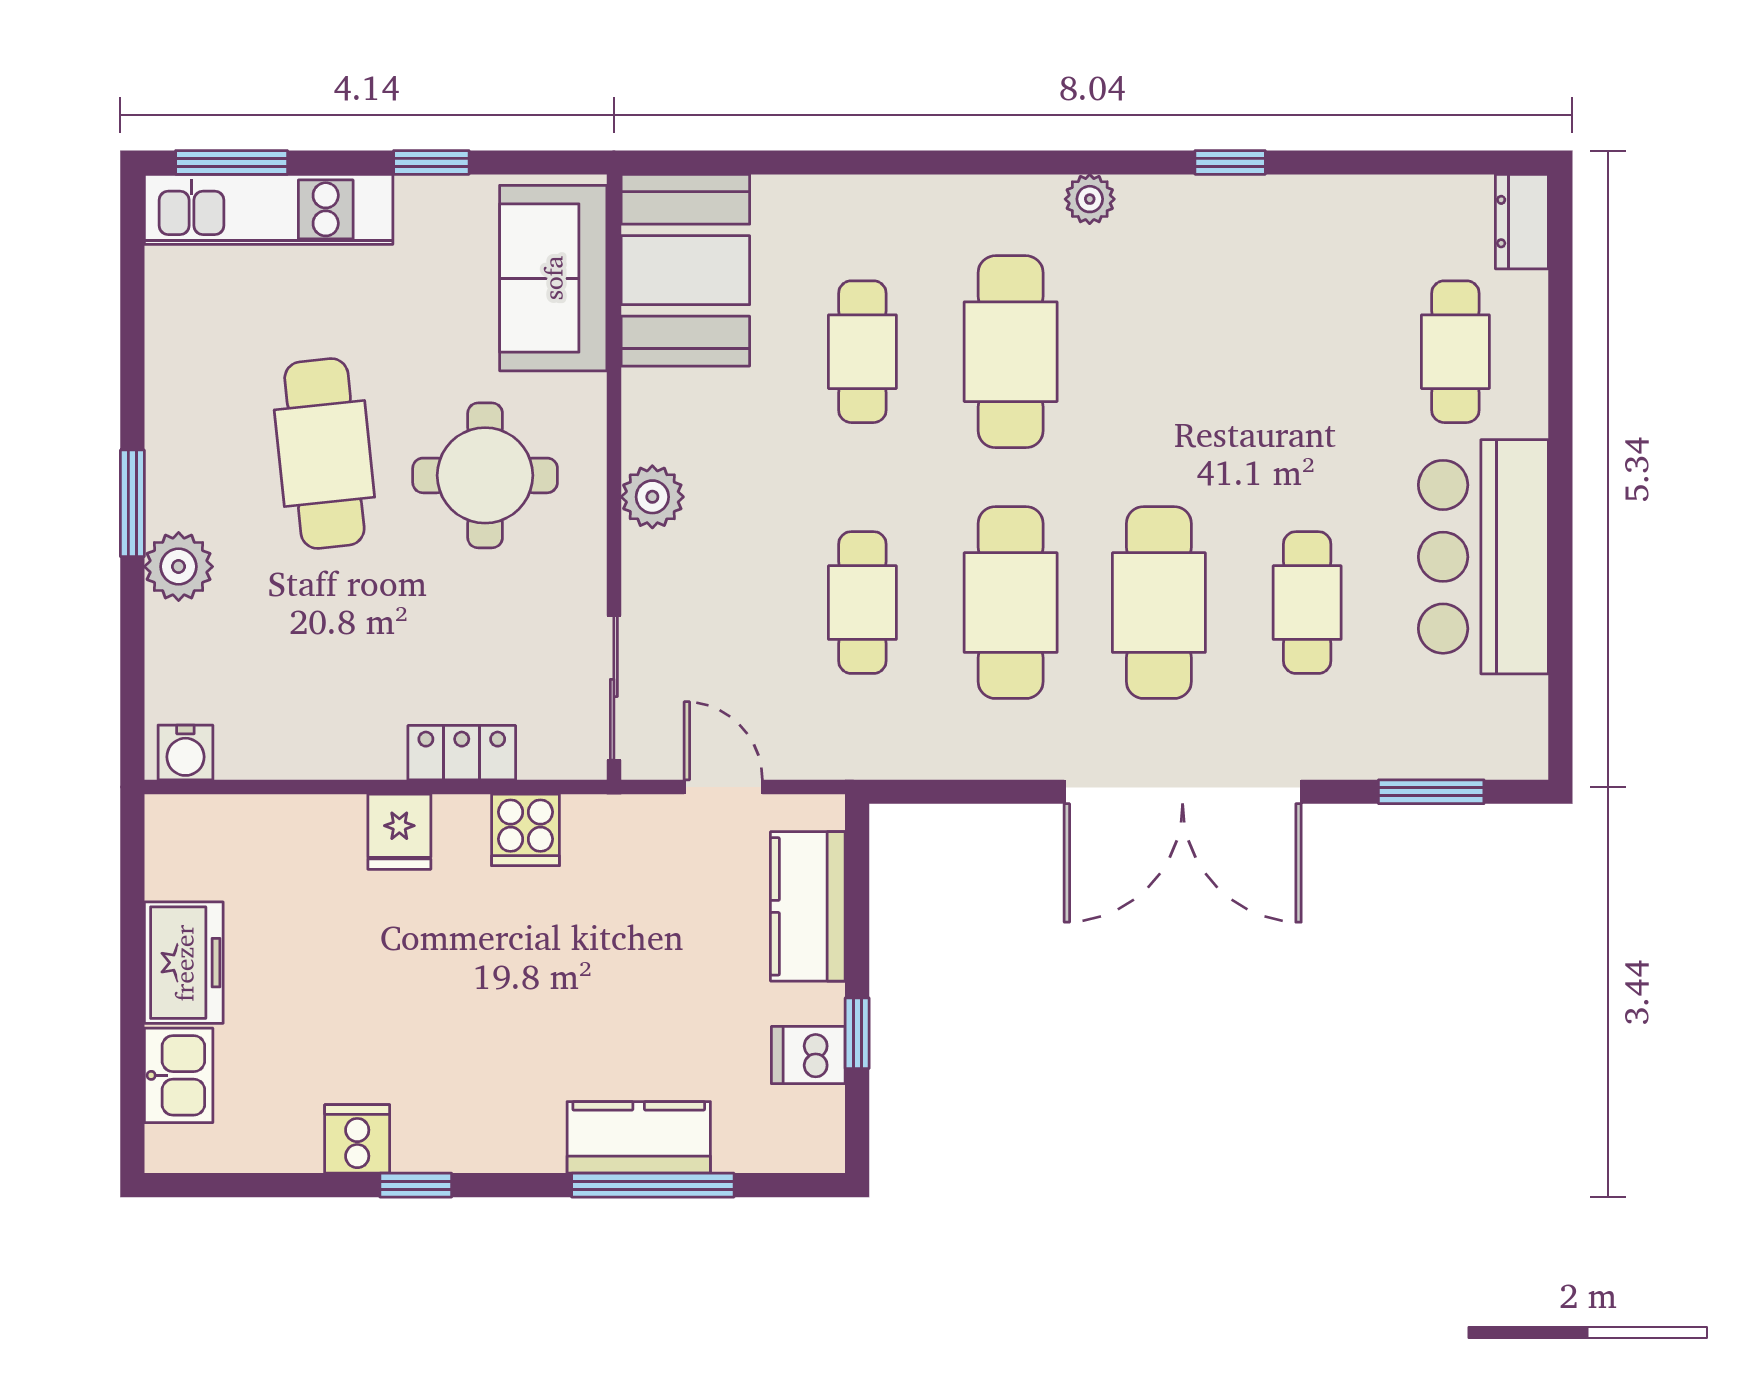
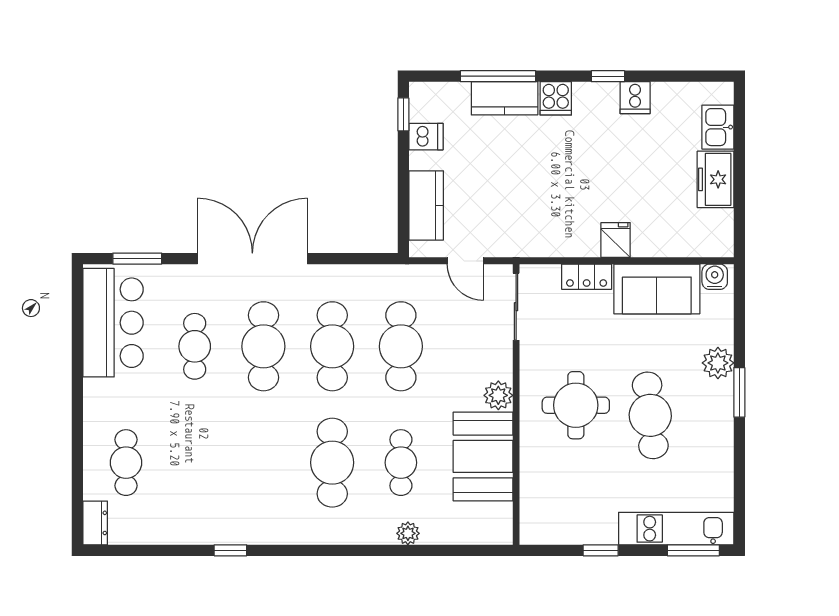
plant: (1090, 199) -> (408, 533), moved
booth: (685, 270) -> (483, 456), moved
sofa: (553, 278) -> (657, 289), moved, turned 90
bar counter: (1483, 557) -> (113, 323), moved
cafe table: (862, 603) -> (401, 346), width x1.37, depth x1.35
cooker: (526, 830) -> (556, 98), moved, turned 180
window: (857, 1033) -> (403, 114), moved

